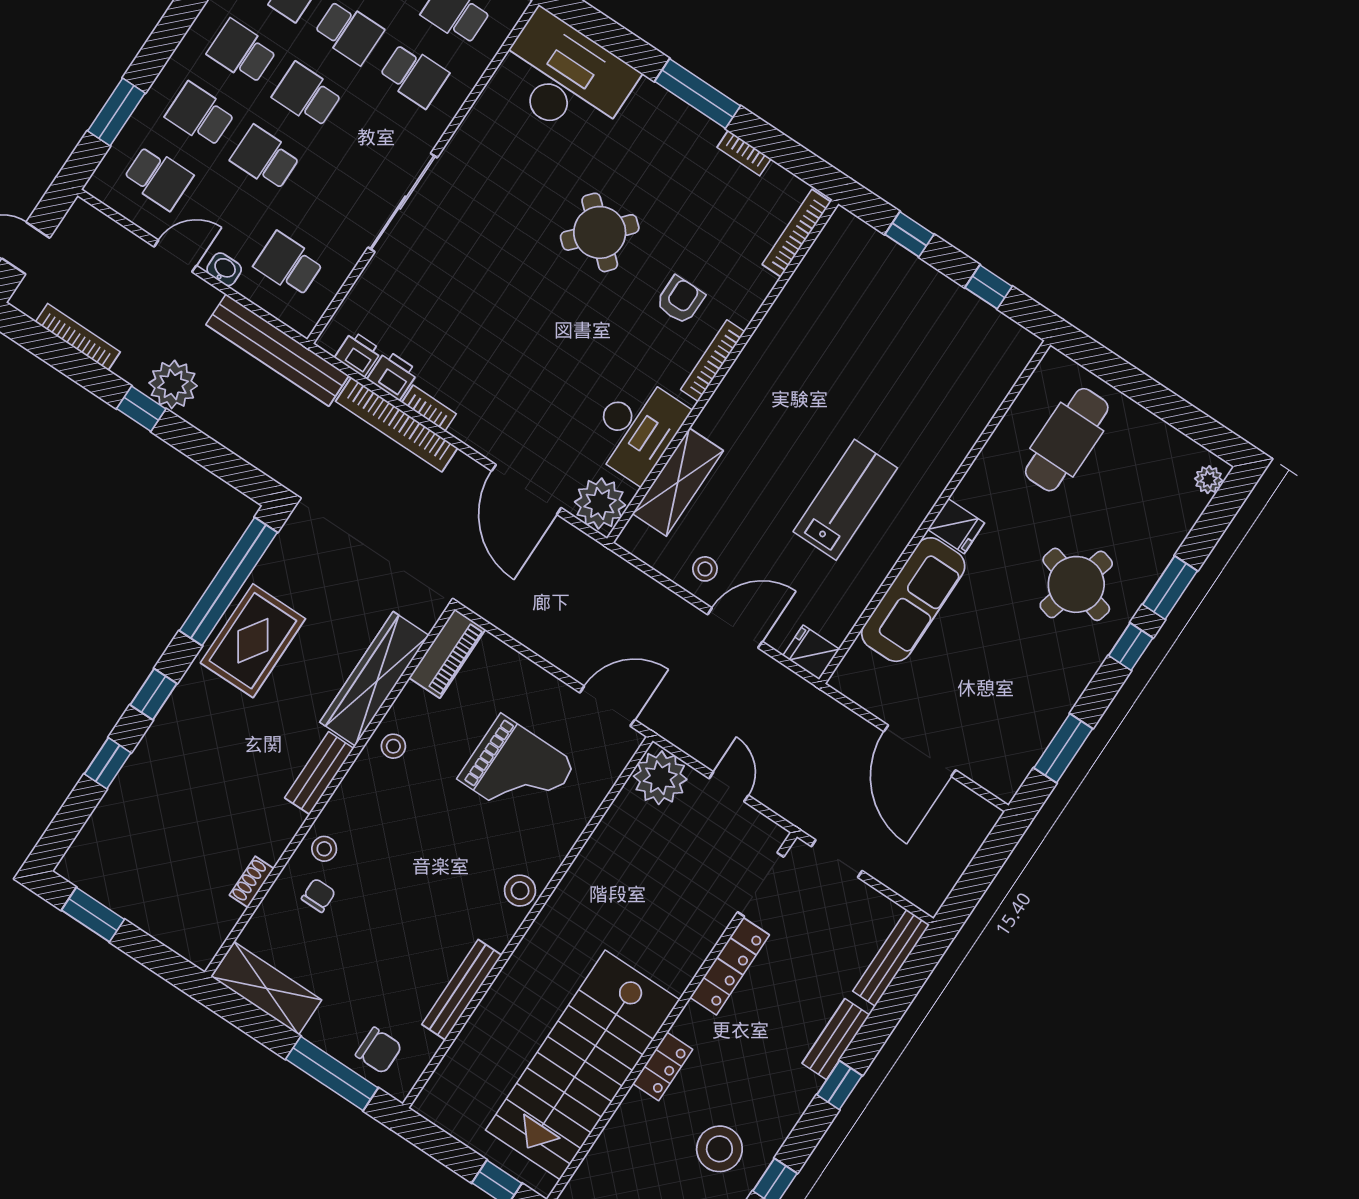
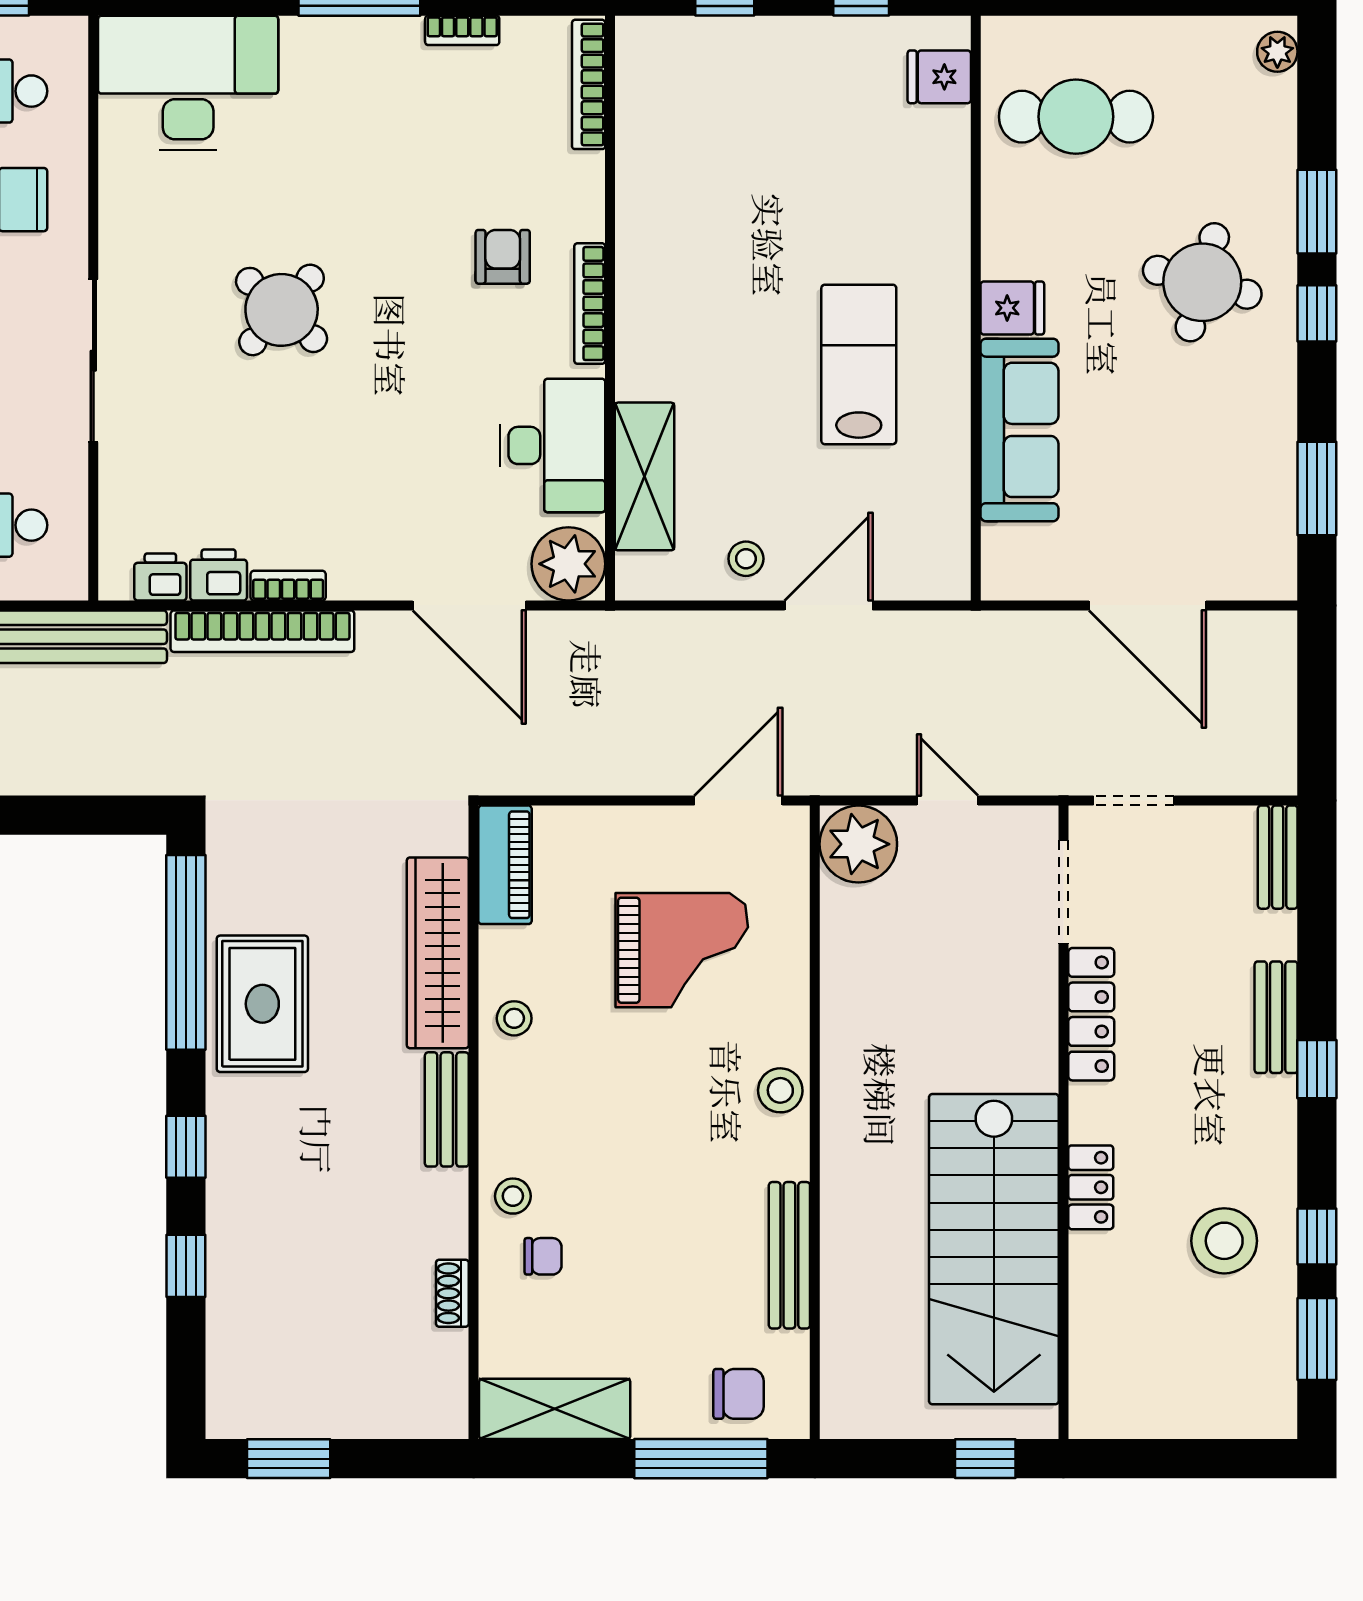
round table: (600, 232) -> (282, 310), moved
cafe table: (1067, 440) -> (1076, 117), turned 90
fridge: (811, 652) -> (939, 77), moved
chair: (318, 895) -> (543, 1256), turned 90
bench: (891, 958) -> (1278, 857), width x0.73

